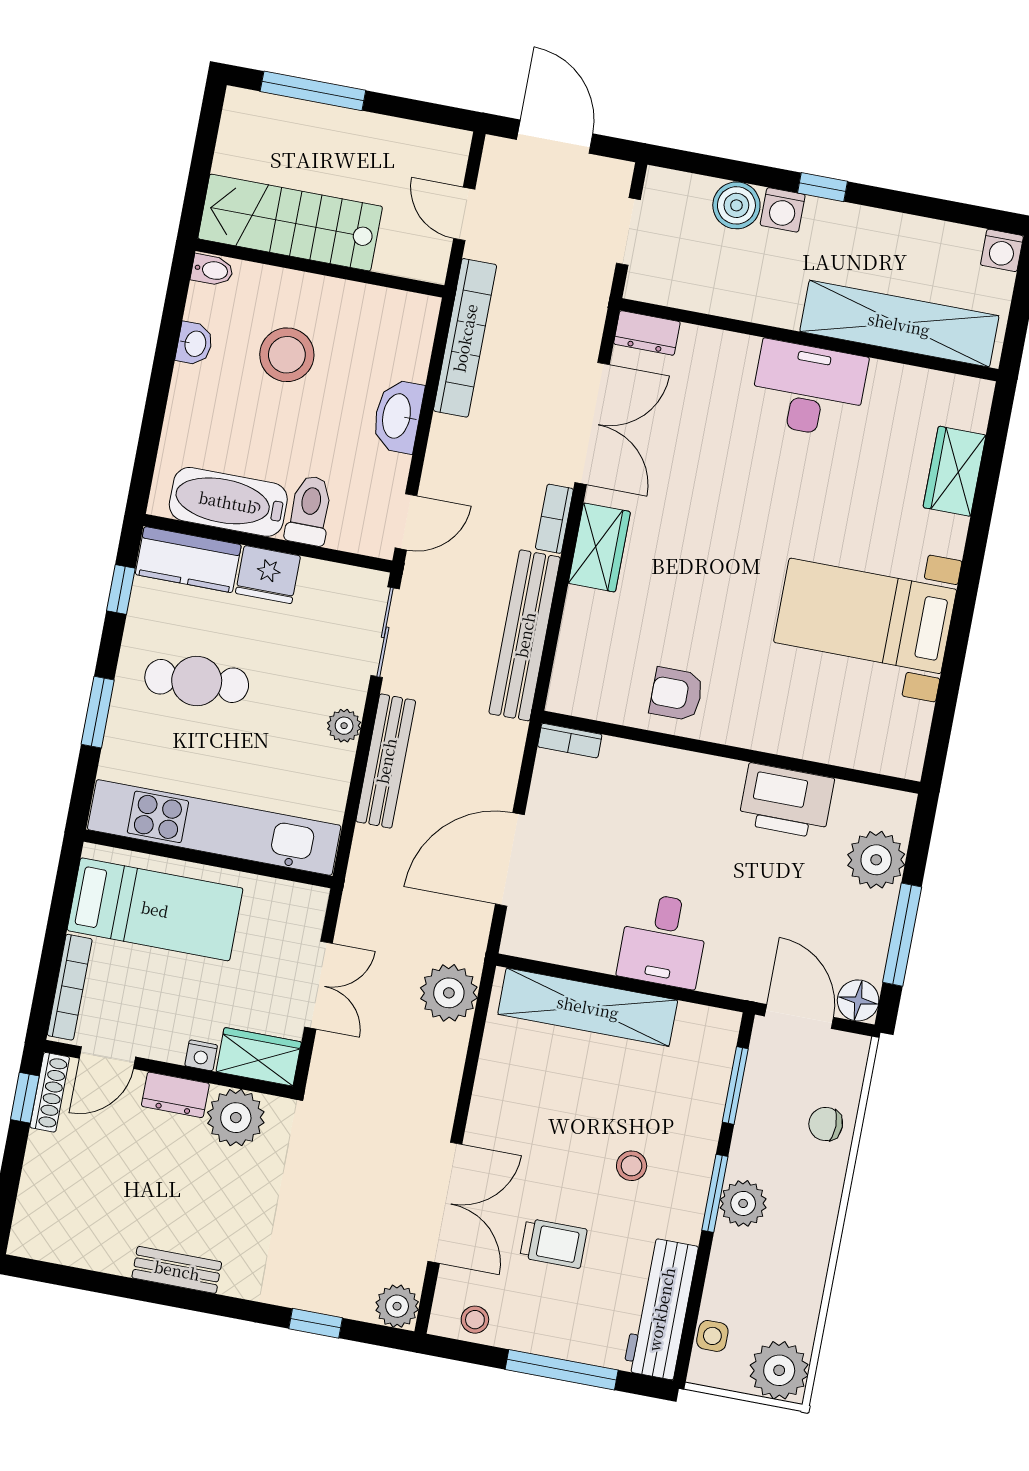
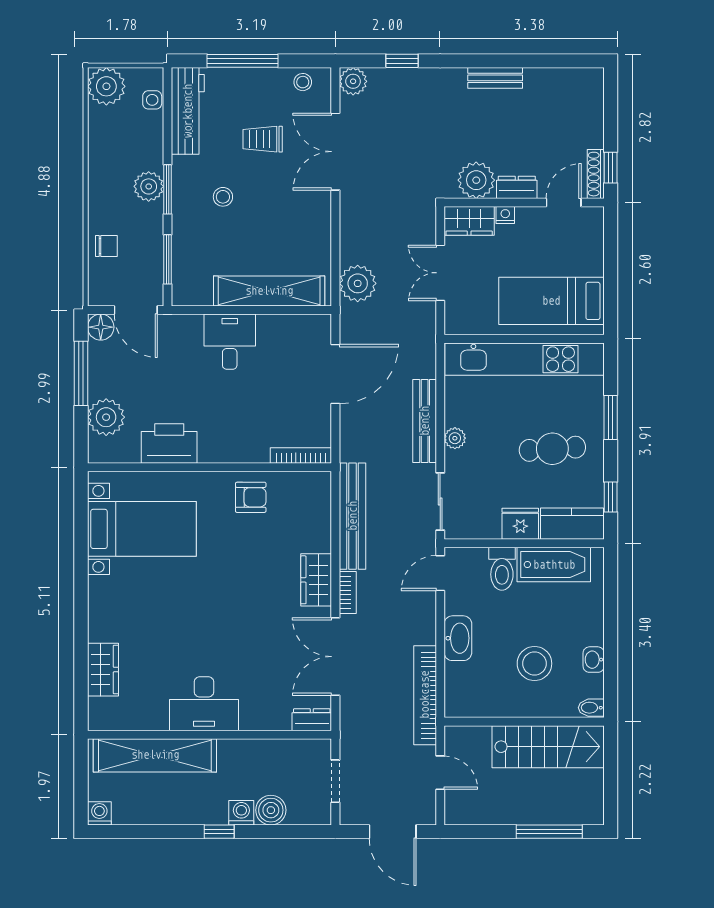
bed with nightstands: (865, 616) -> (142, 529), moved
bookcase: (570, 741) -> (301, 456), width x1.56
bookcase: (70, 987) -> (596, 242), removed

